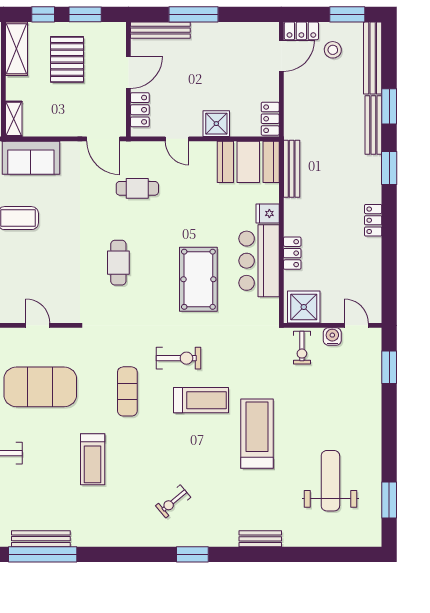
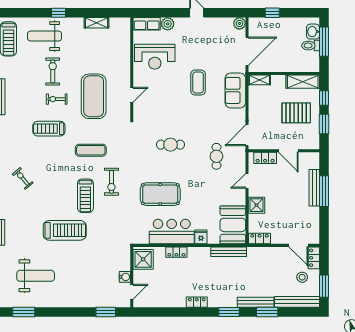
bench: (160, 30) -> (314, 188), moved
exercise bike: (302, 348) -> (57, 99), moved

